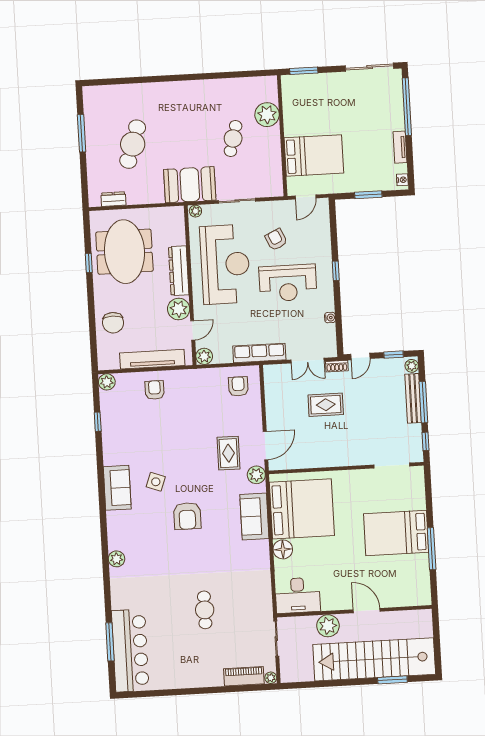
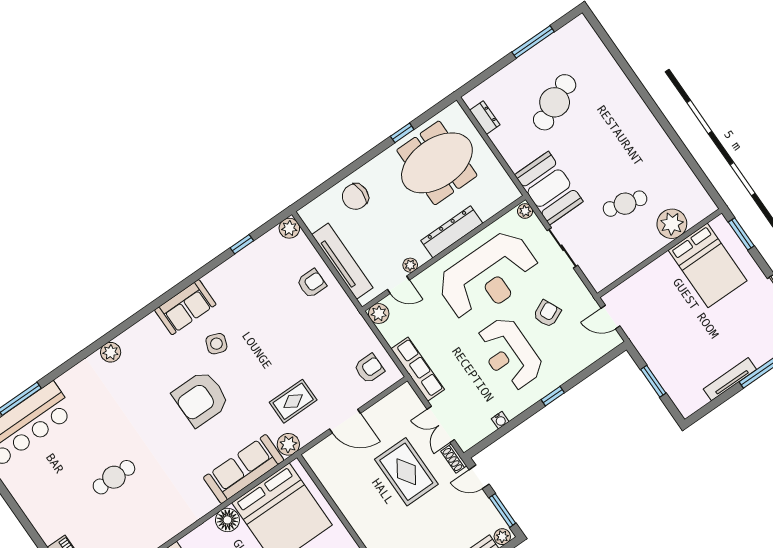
cafe table: (133, 144) -> (555, 102), turned -42
tv unit: (400, 147) -> (730, 379), width x1.41
bed: (314, 155) -> (708, 265), moved
nightstand: (402, 180) -> (691, 407), removed
plant: (179, 309) -> (410, 265), width x0.53, depth x0.53
window: (394, 355) -> (502, 510), width x1.50
rug: (326, 405) -> (406, 472), width x1.36, depth x1.43
door: (265, 446) -> (345, 421), moved
armchair: (187, 516) -> (201, 399), width x1.36, depth x1.36
sofa: (254, 516) -> (244, 469), width x1.36

